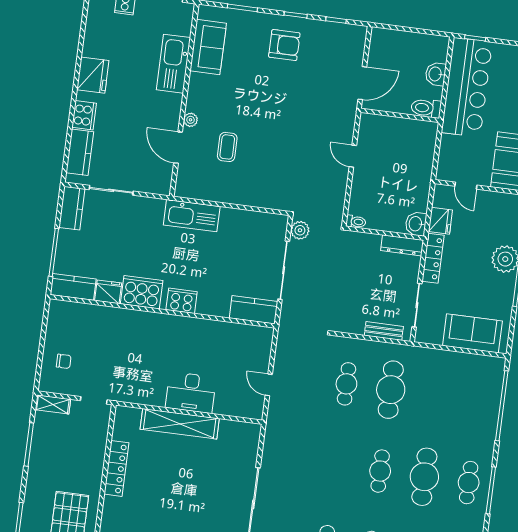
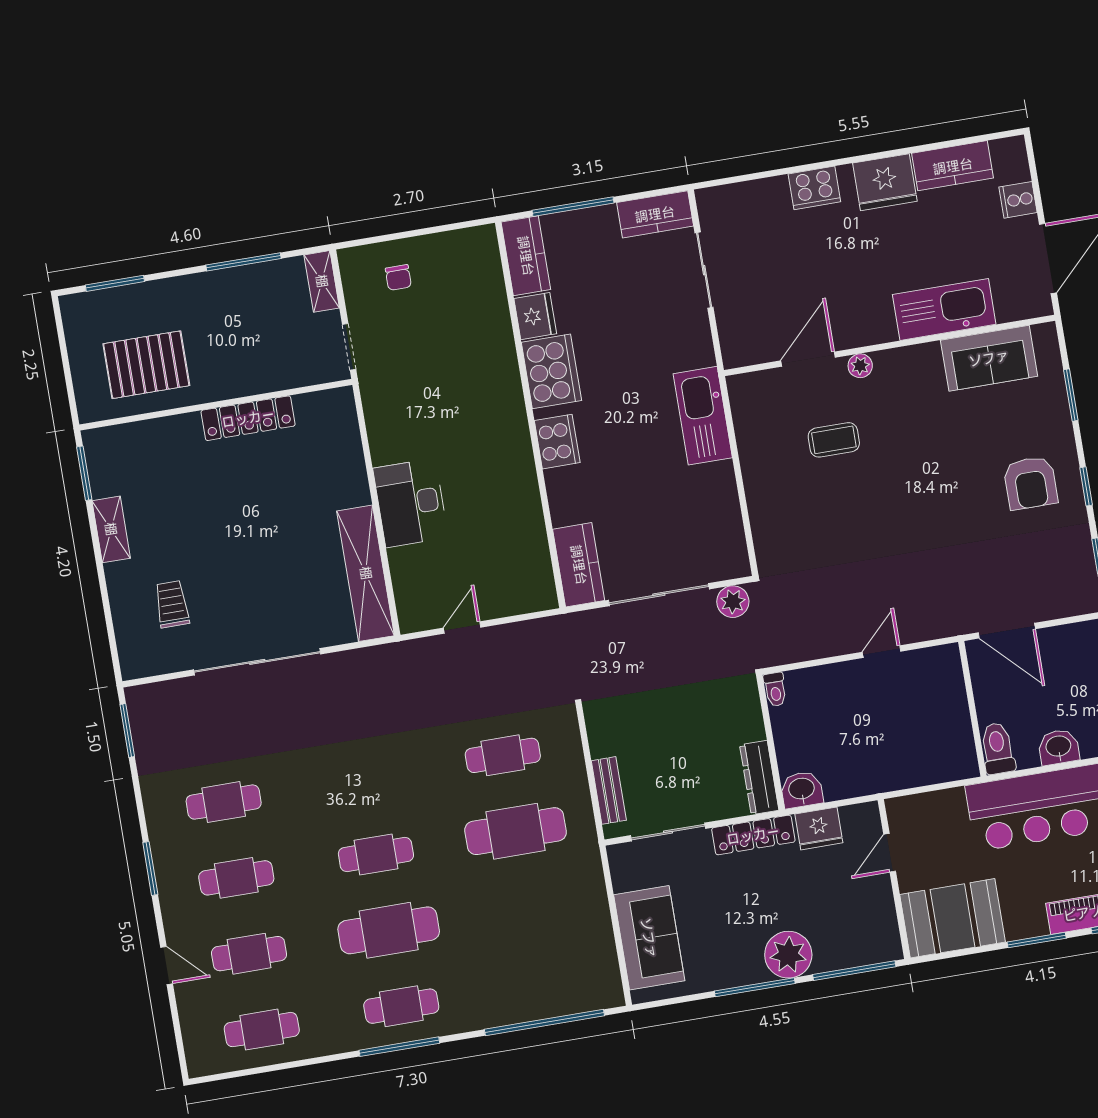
kitchen counter: (80, 152) -> (953, 166), moved
shelving: (180, 424) -> (366, 573), moved

